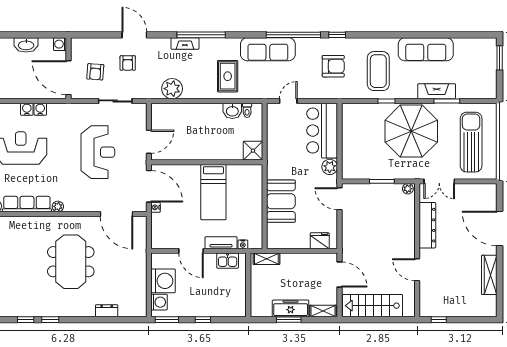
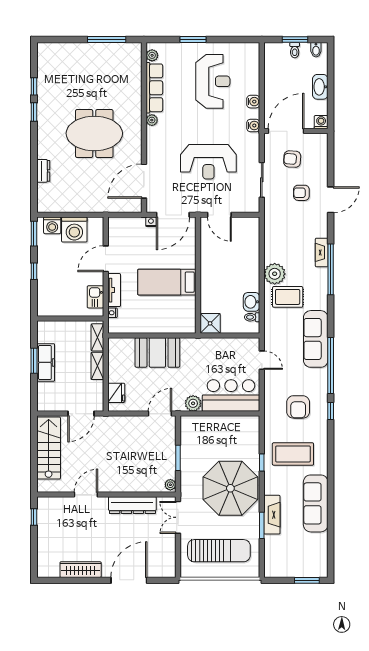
plant: (172, 89) -> (275, 274), moved
water cooler: (27, 109) -> (253, 125), moved
shelving: (323, 311) -> (97, 366), moved

